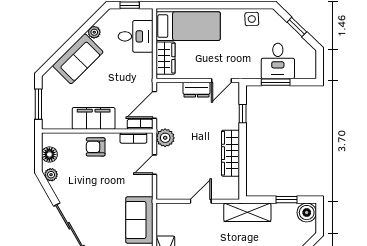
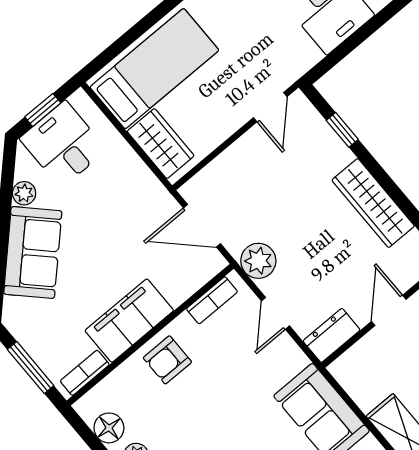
desk: (136, 36) -> (63, 144), moved, turned -90
window: (276, 82) -> (352, 43), removed
dresser: (196, 90) -> (332, 335), moved, turned 180
door: (154, 105) -> (202, 226), hinge flipped
bookcase: (140, 124) -> (85, 373), moved

